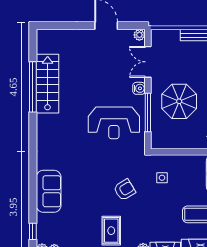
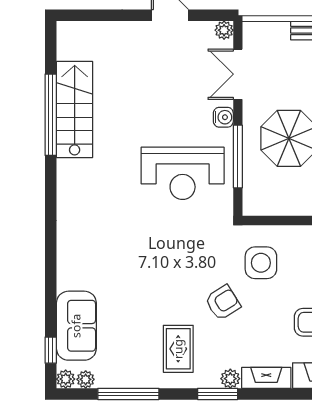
side table: (162, 178) -> (261, 263), width x1.87, depth x1.87
armchair: (125, 190) -> (223, 303), moved
sofa: (49, 191) -> (76, 326), moved

